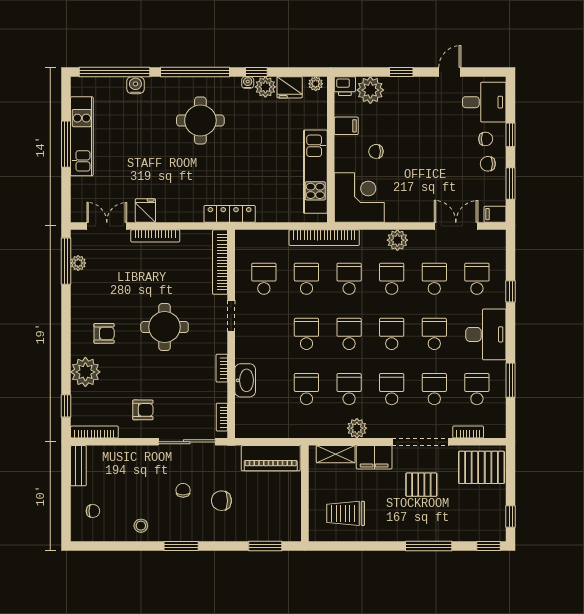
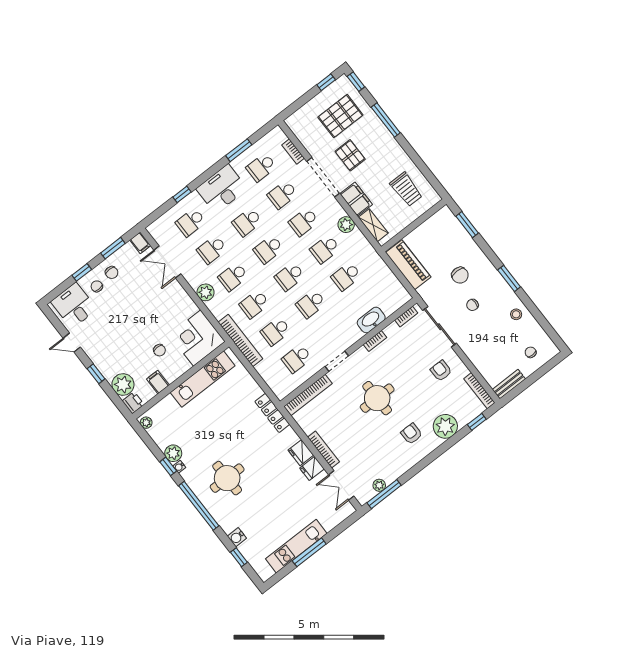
window: (114, 72) -> (239, 557), width x0.32
fridge: (290, 87) -> (301, 453), moved, turned 180
pallet: (481, 467) -> (340, 116), moved, turned 90

